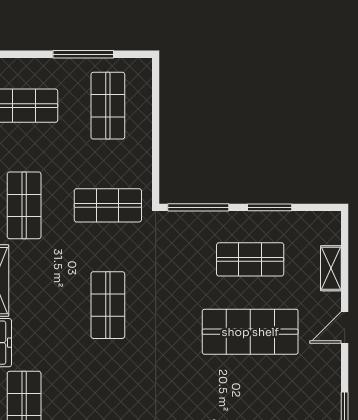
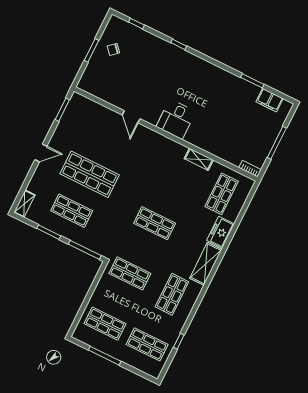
shop shelf: (108, 106) -> (105, 324), turned 90
shelving: (331, 268) -> (24, 204), moved
shop shelf: (108, 305) -> (155, 223), turned 90

